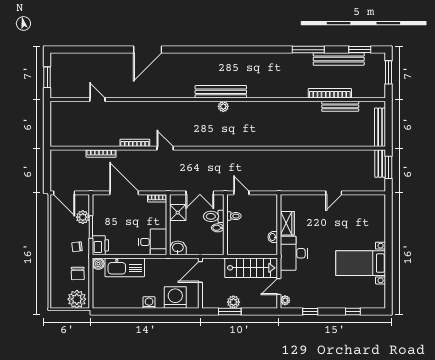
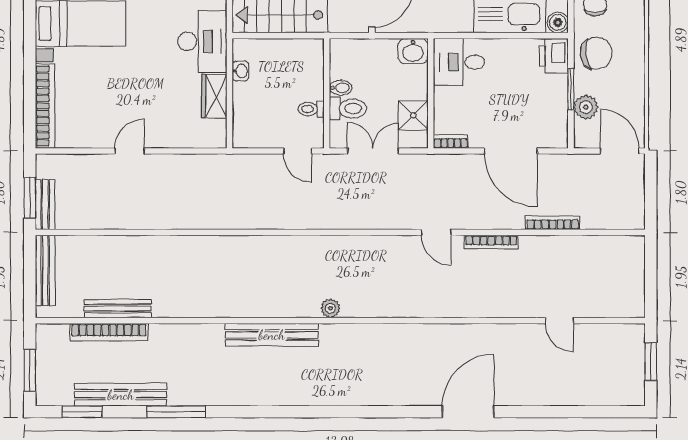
bench: (221, 92) -> (272, 335), moved
bookcase: (330, 93) -> (109, 332), moved
bookcase: (380, 218) -> (45, 106), added
chair: (77, 247) -> (596, 53), width x1.87, depth x1.87

